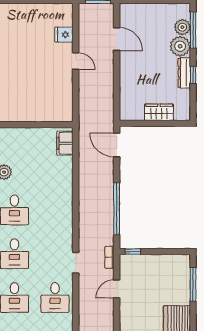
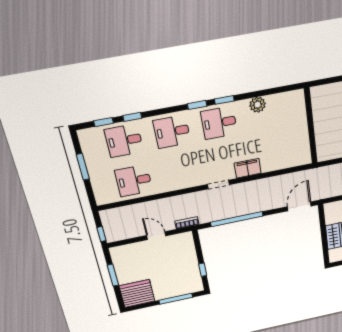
filing cabinet: (65, 143) -> (248, 168), moved
window: (133, 252) -> (203, 270), moved
doorway: (76, 263) -> (218, 184), moved

